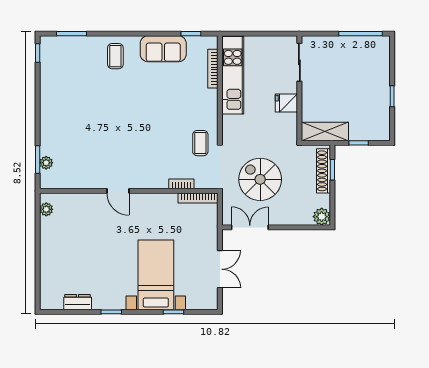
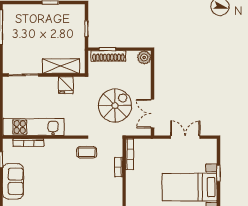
fridge: (286, 103) -> (66, 85), moved
shelving: (325, 131) -> (61, 66), moved, turned 90
spiral stairs: (260, 179) -> (115, 106), turned 180

